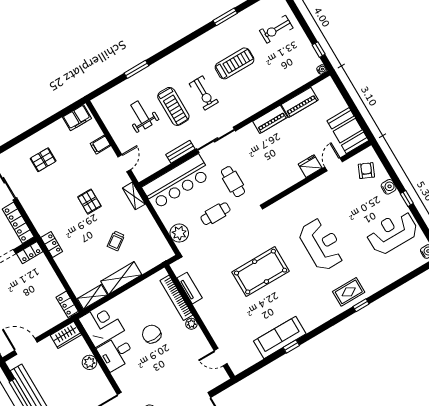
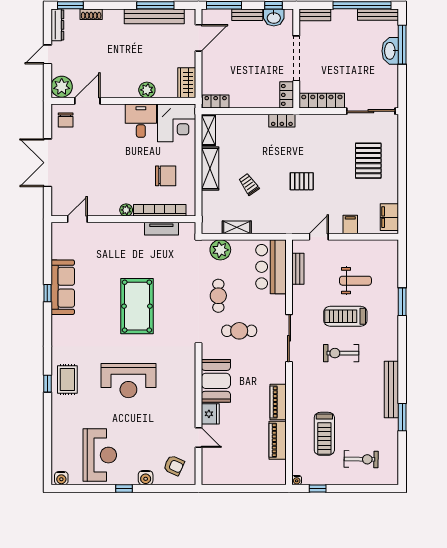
exercise bike: (276, 29) -> (361, 459), turned 91
bench: (209, 38) -> (391, 389), added
treadmill: (235, 63) -> (324, 434), moved
booth: (348, 131) -> (216, 381), moved, turned 90
bench: (180, 152) -> (298, 269), moved
pallet: (43, 160) -> (368, 161), width x1.50, depth x1.42
door: (124, 163) -> (319, 237), swing flipped
bar counter: (177, 182) -> (271, 267), width x0.73
shelving: (134, 196) -> (237, 227), moved
chair: (152, 334) -> (166, 176), moved

